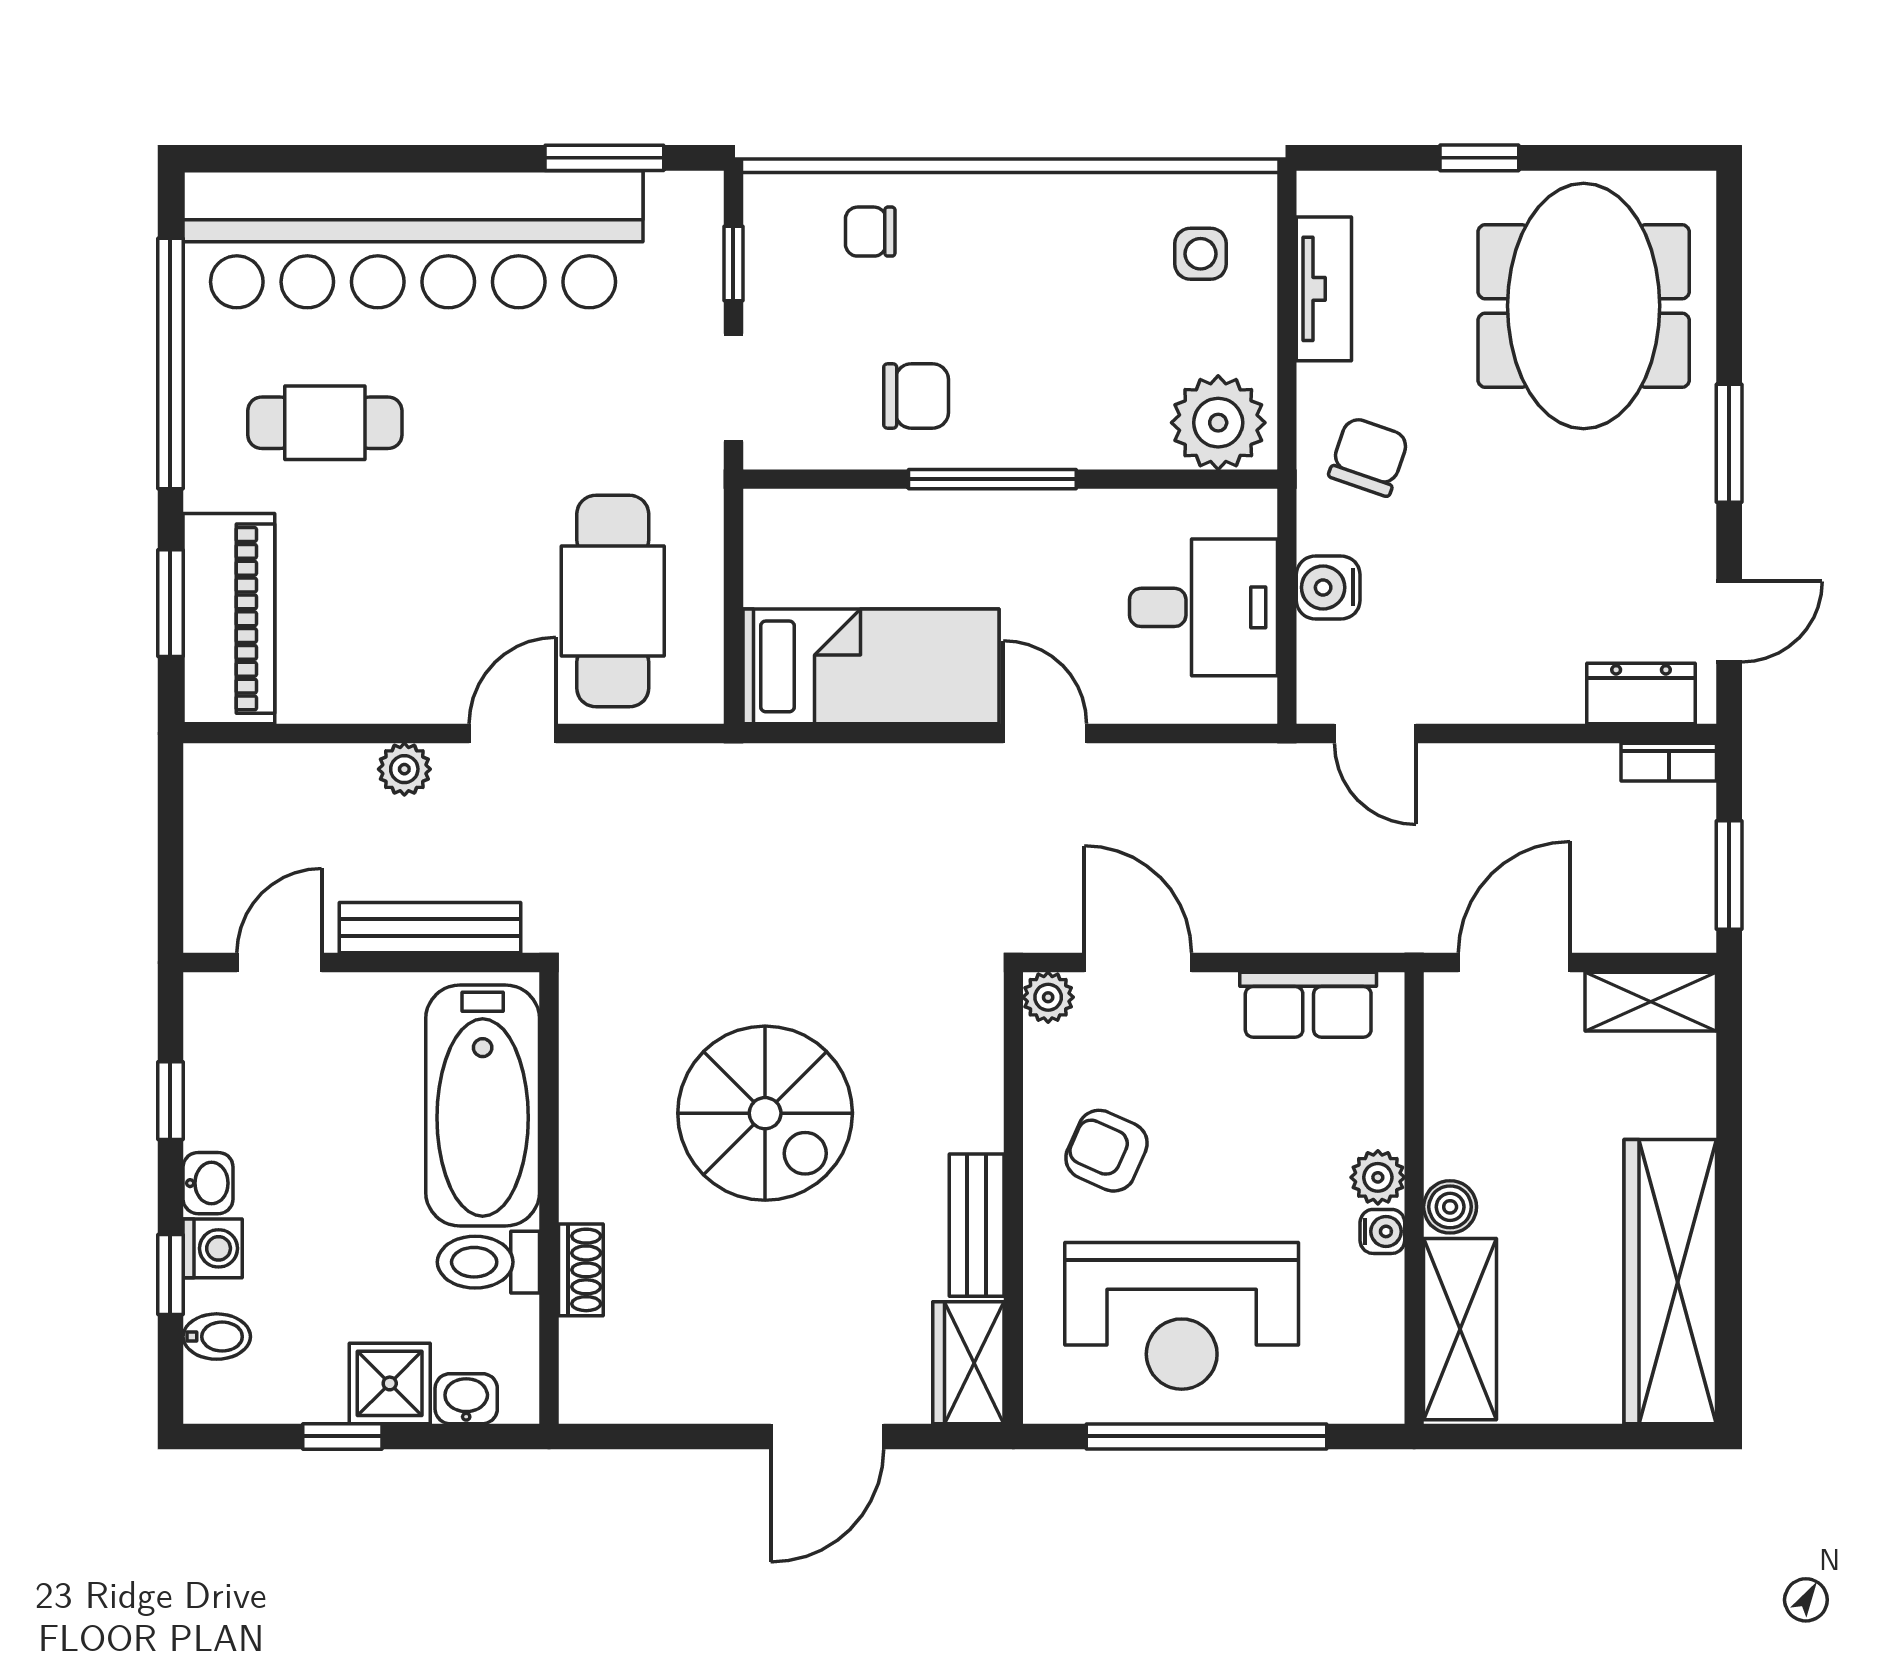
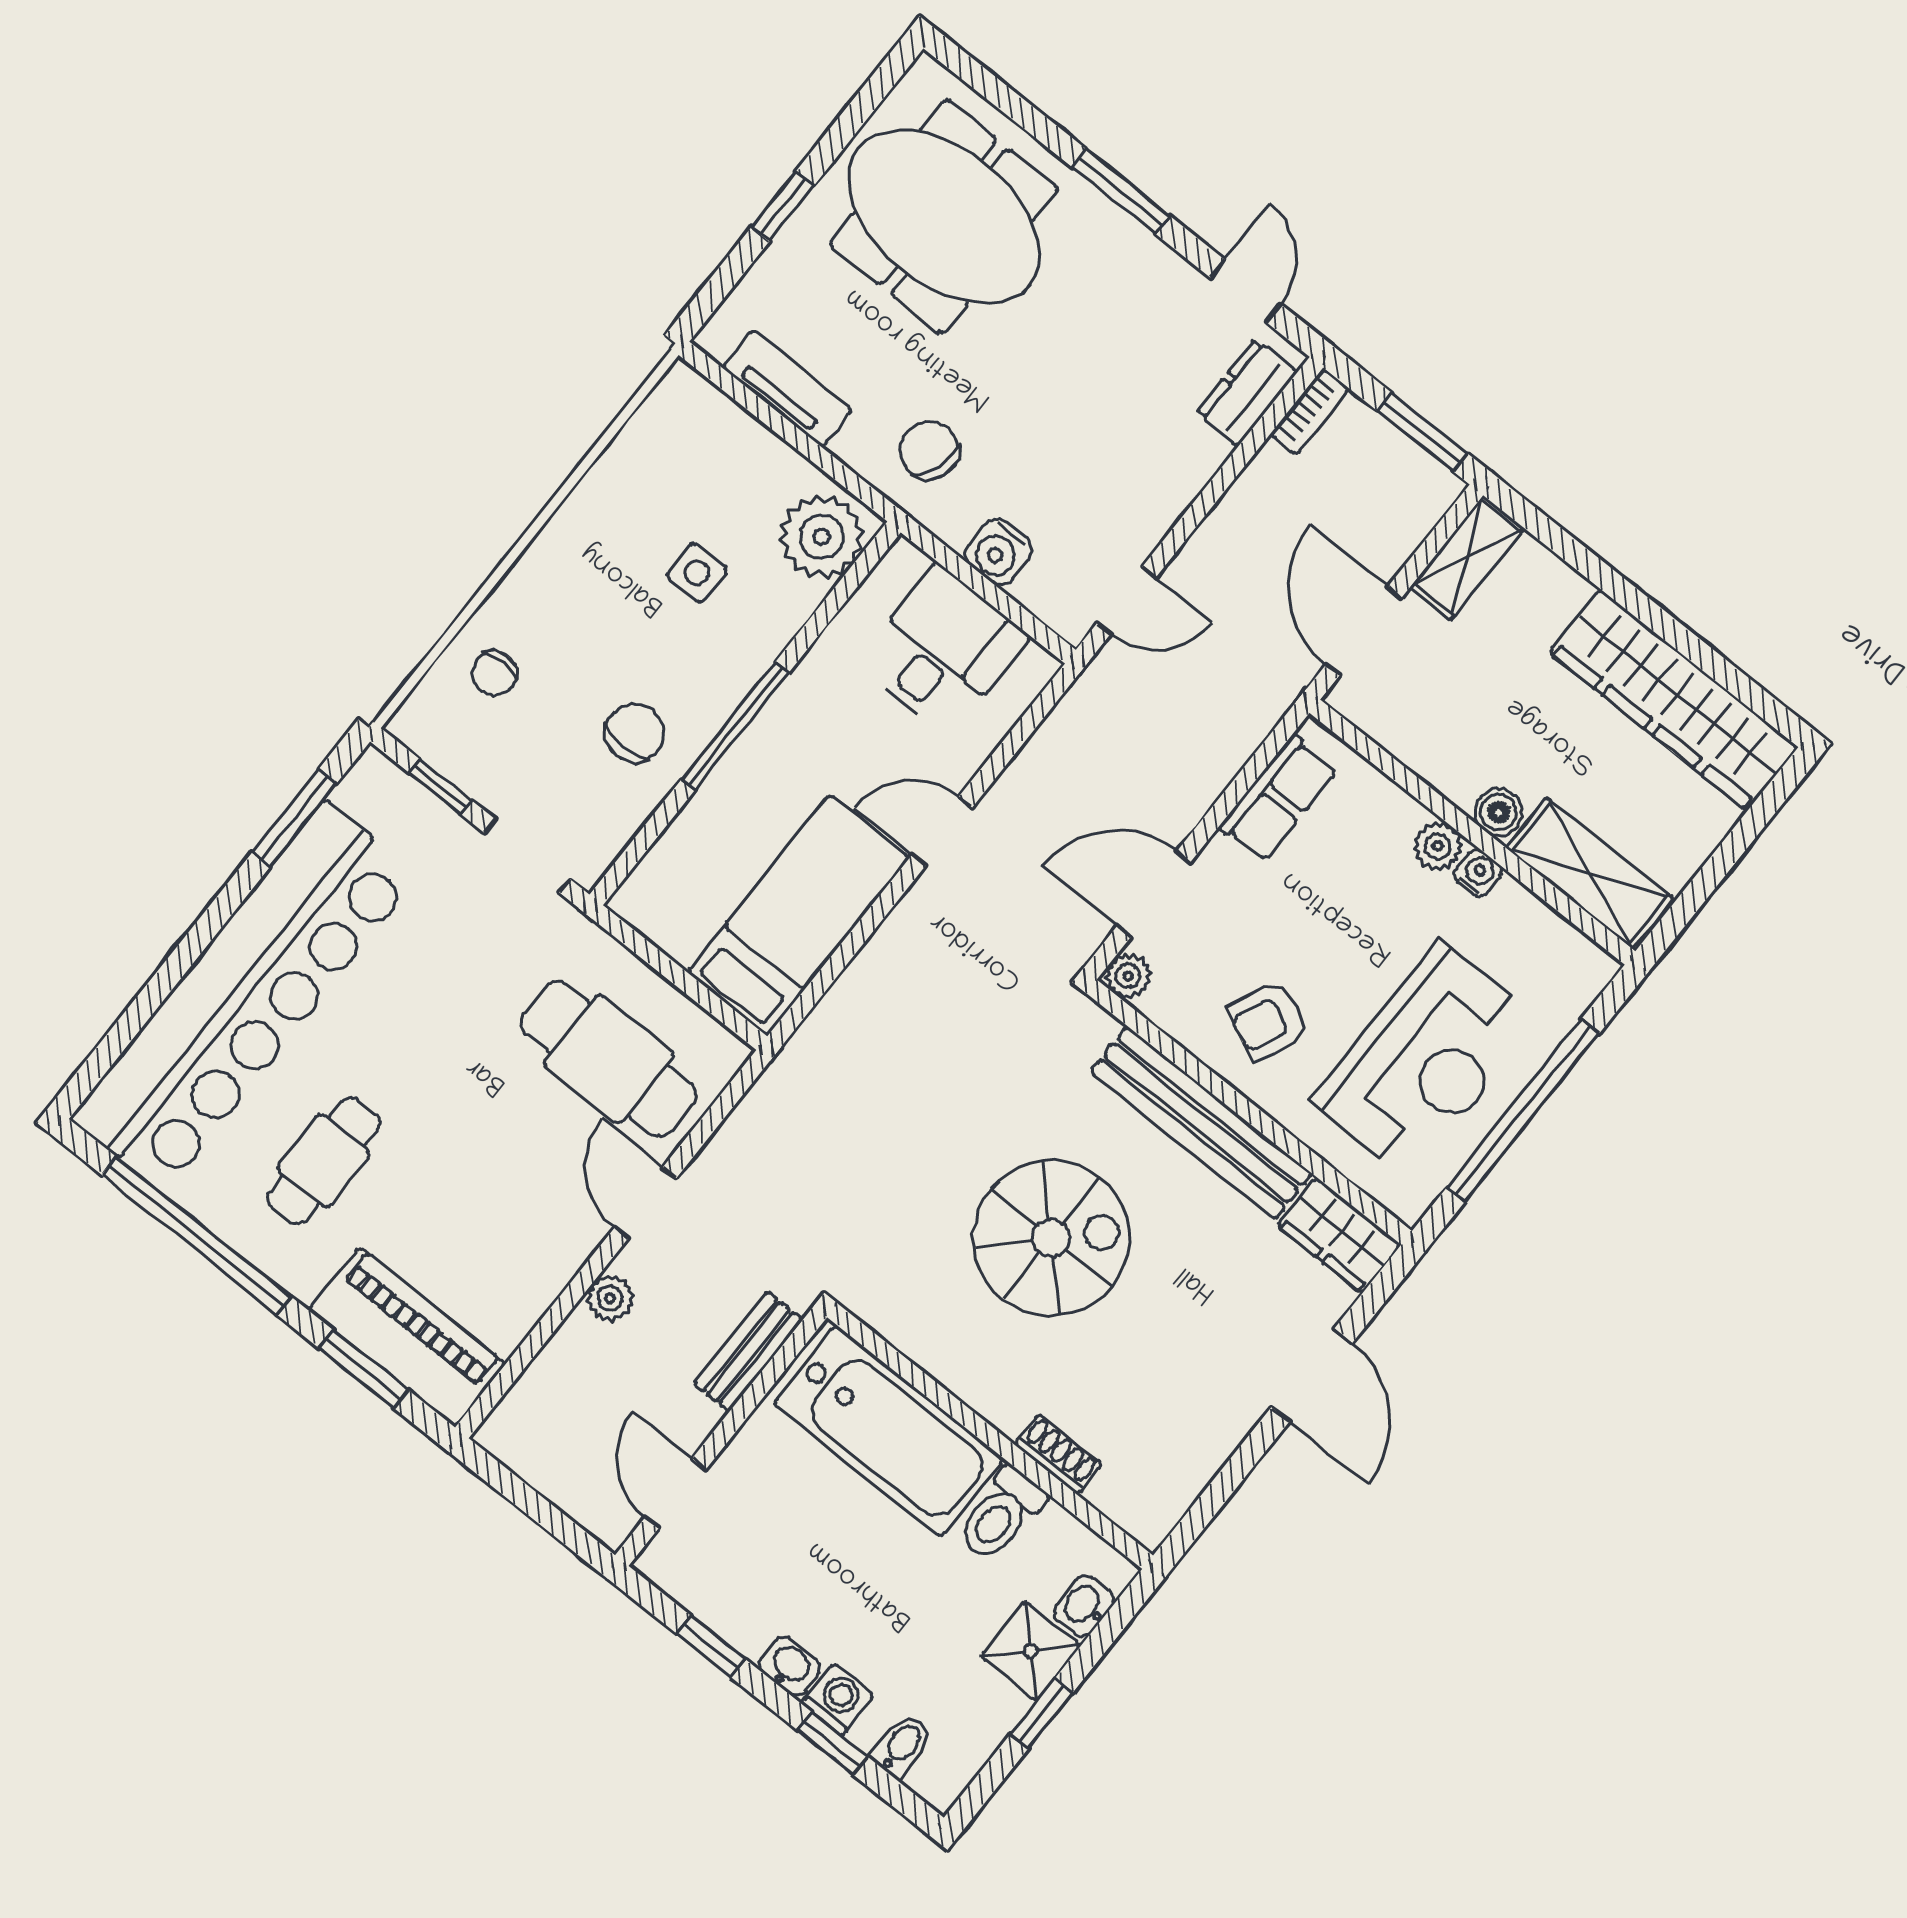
side table: (1201, 254) -> (697, 573), moved
bench: (430, 928) -> (748, 1352), width x0.73
bench: (977, 1225) -> (1201, 1123), width x1.86, depth x1.21

